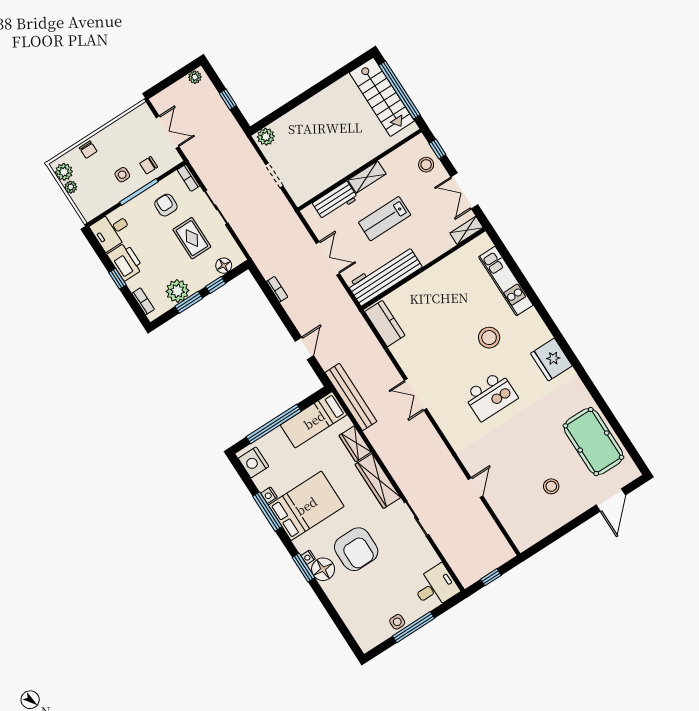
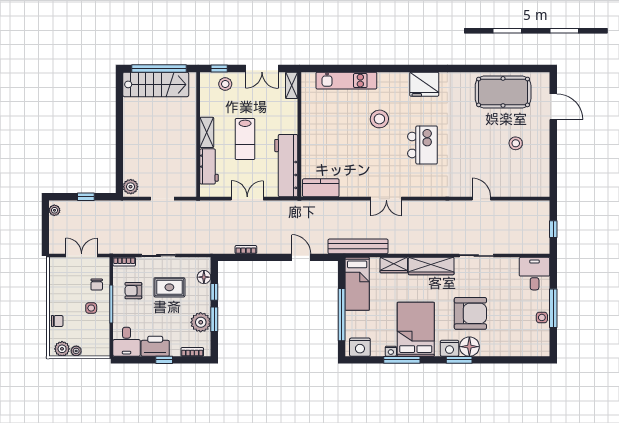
nightstand: (308, 557) -> (449, 348), width x1.89, depth x1.79

